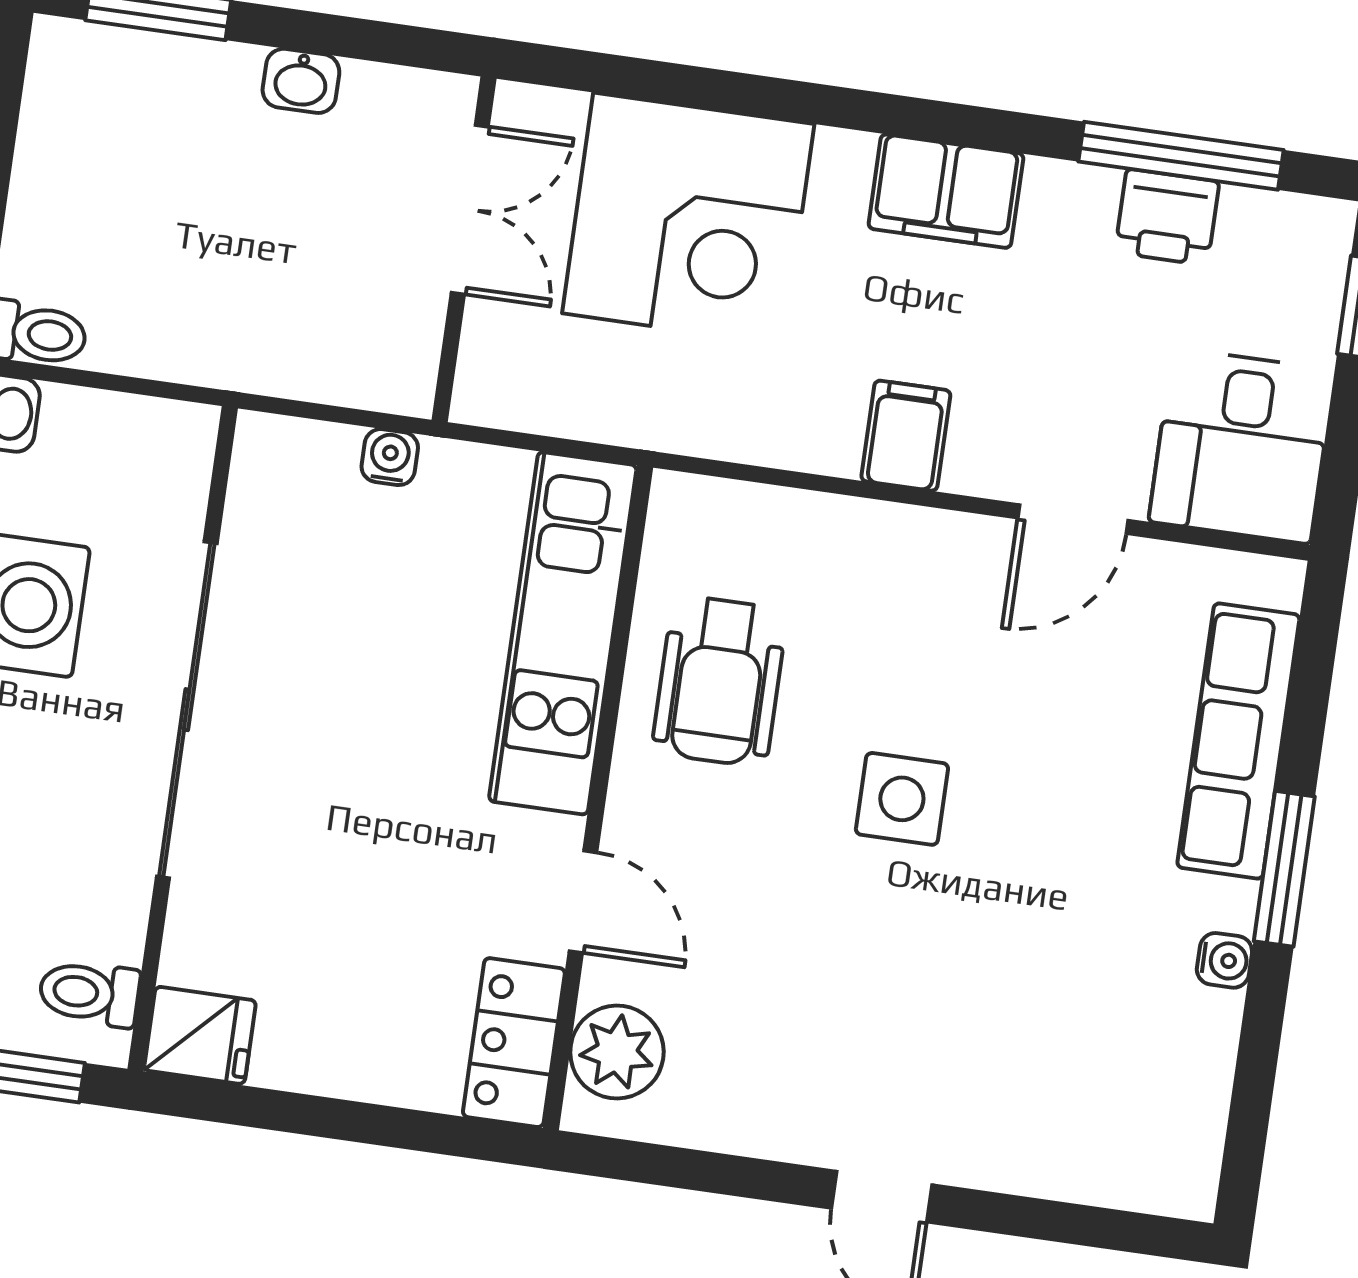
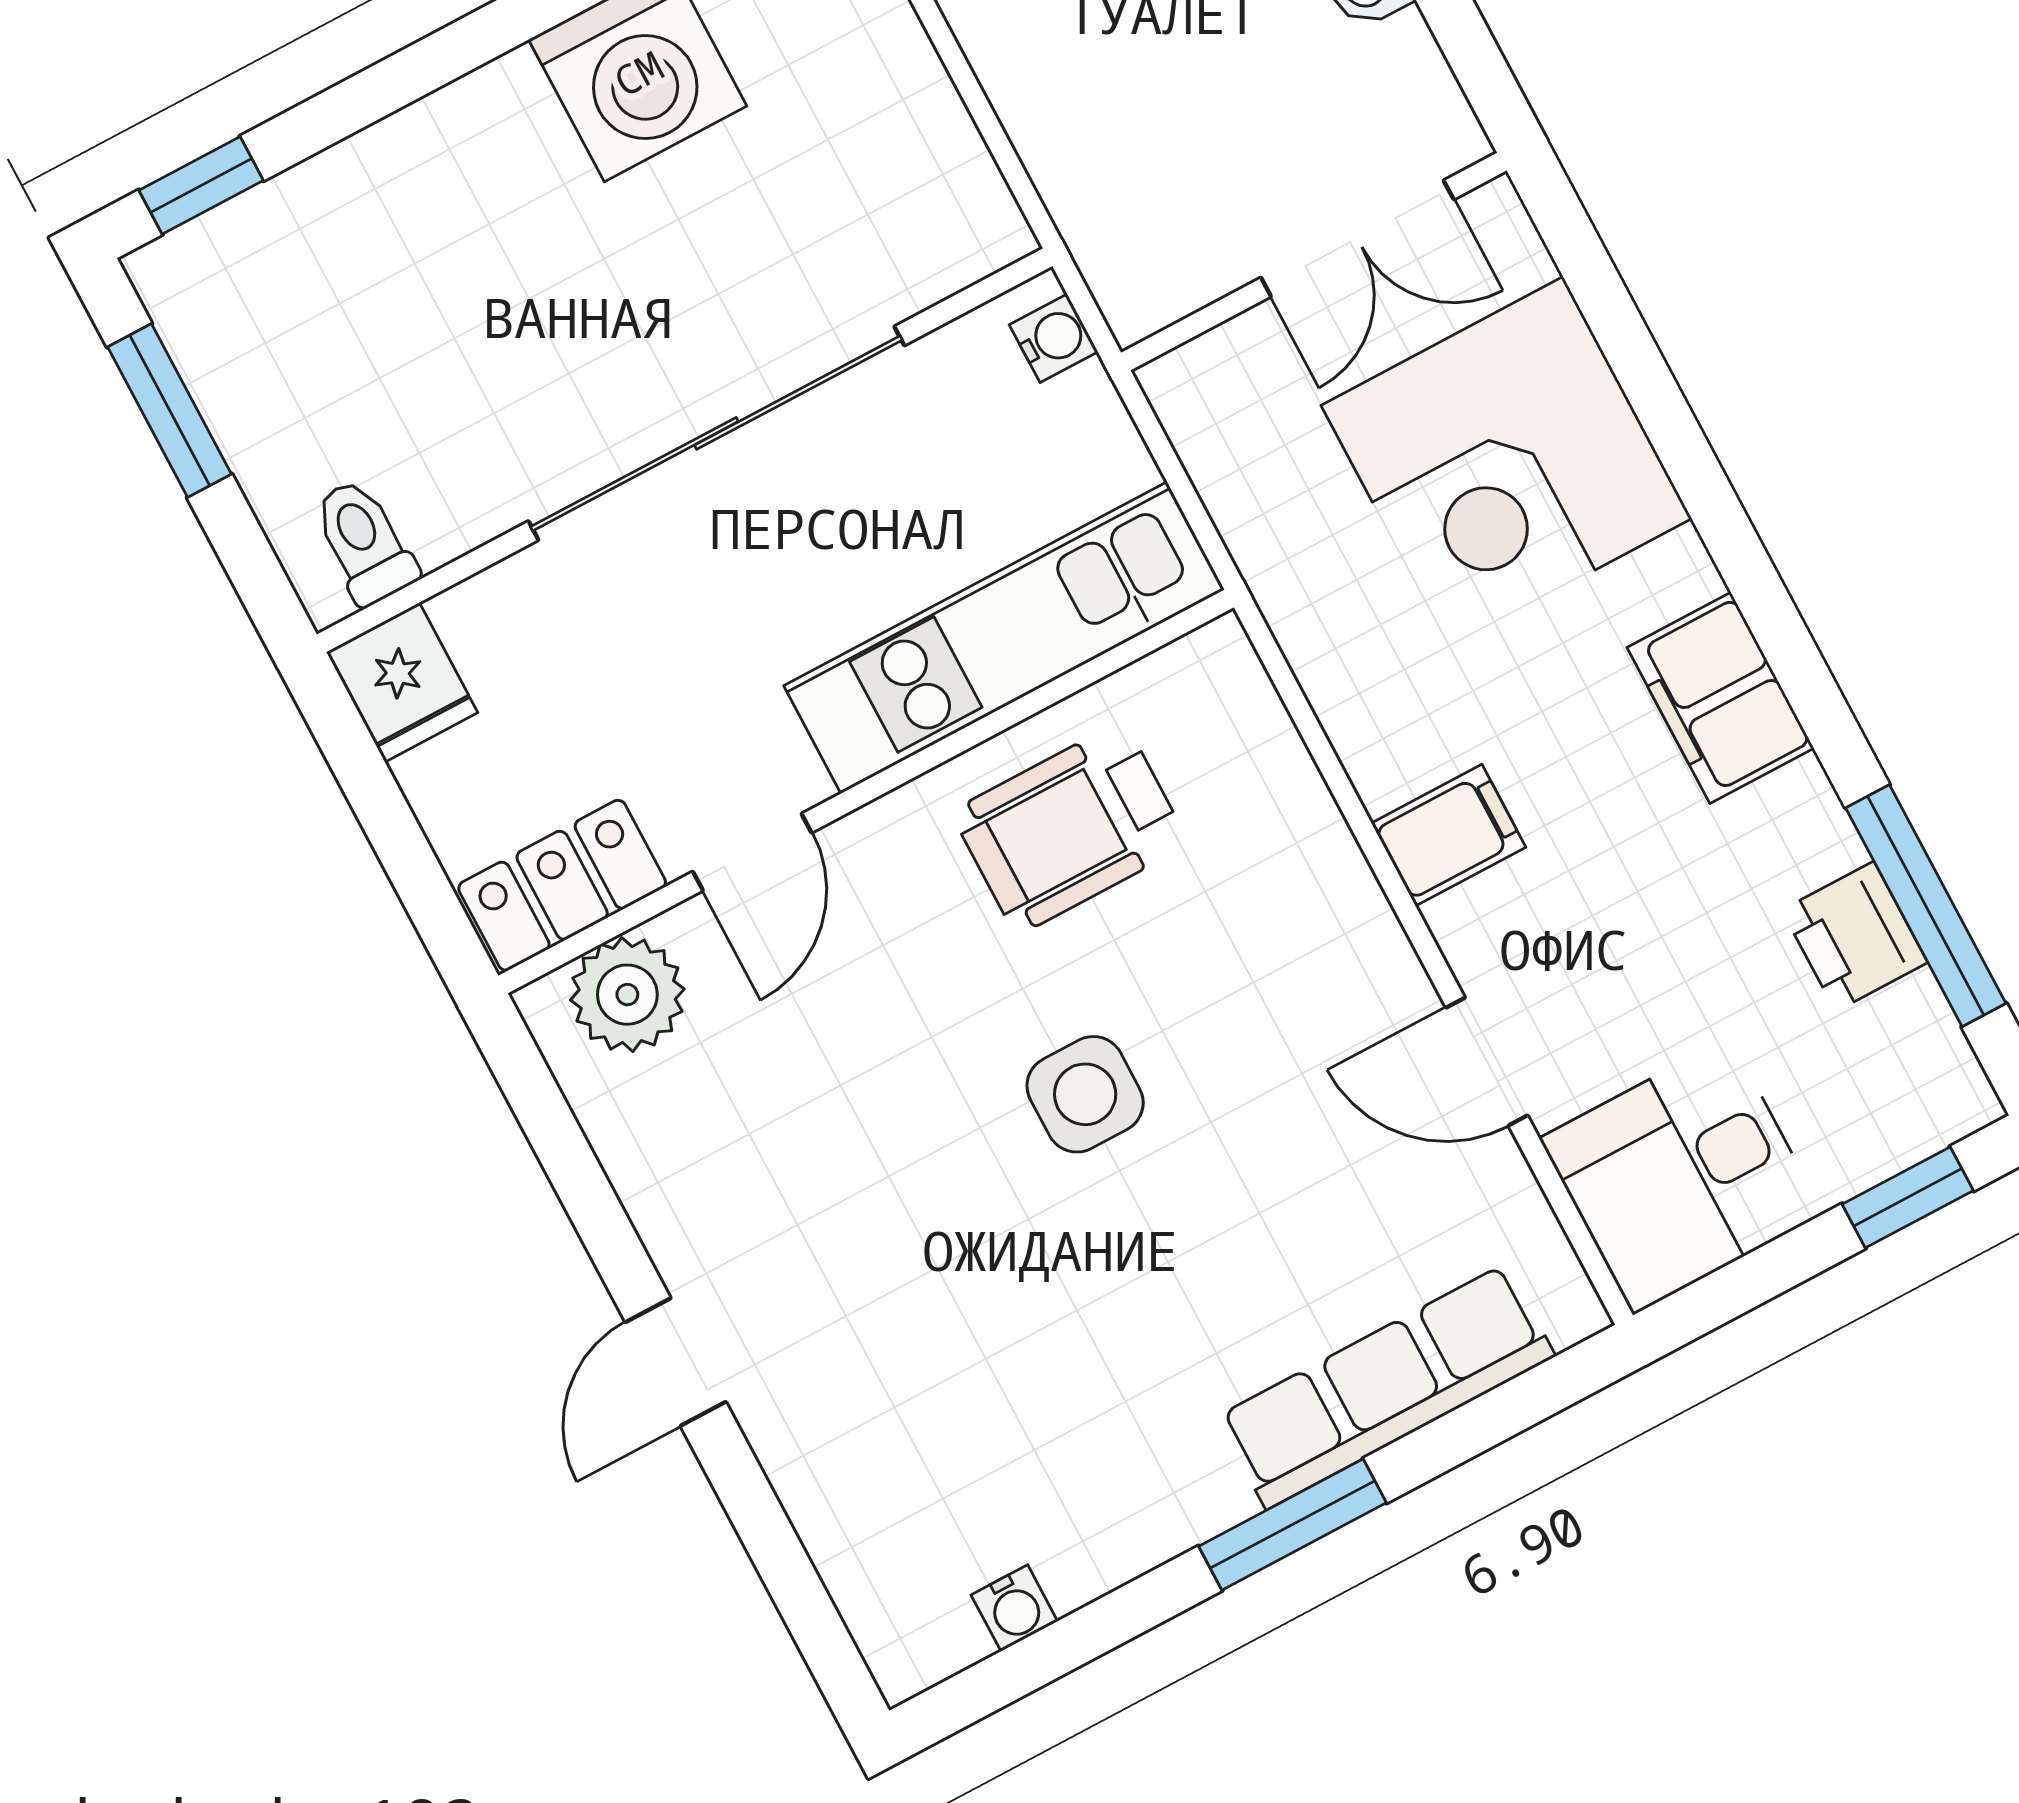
sliding door: (187, 710) -> (716, 433), moved
wall: (183, 739) -> (685, 450), moved
water cooler: (1224, 960) -> (1014, 1608), moved
toilet: (89, 993) -> (364, 542), moved
fridge: (200, 1035) -> (402, 682), moved

